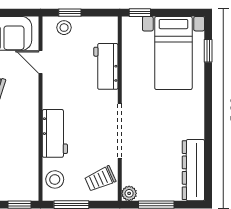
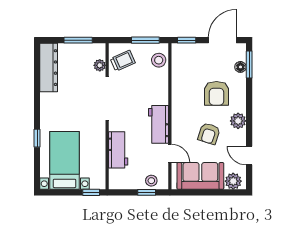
window: (208, 51) -> (37, 138), moved
workbench: (55, 133) -> (159, 124), moved
plant: (129, 193) -> (100, 65), moved

